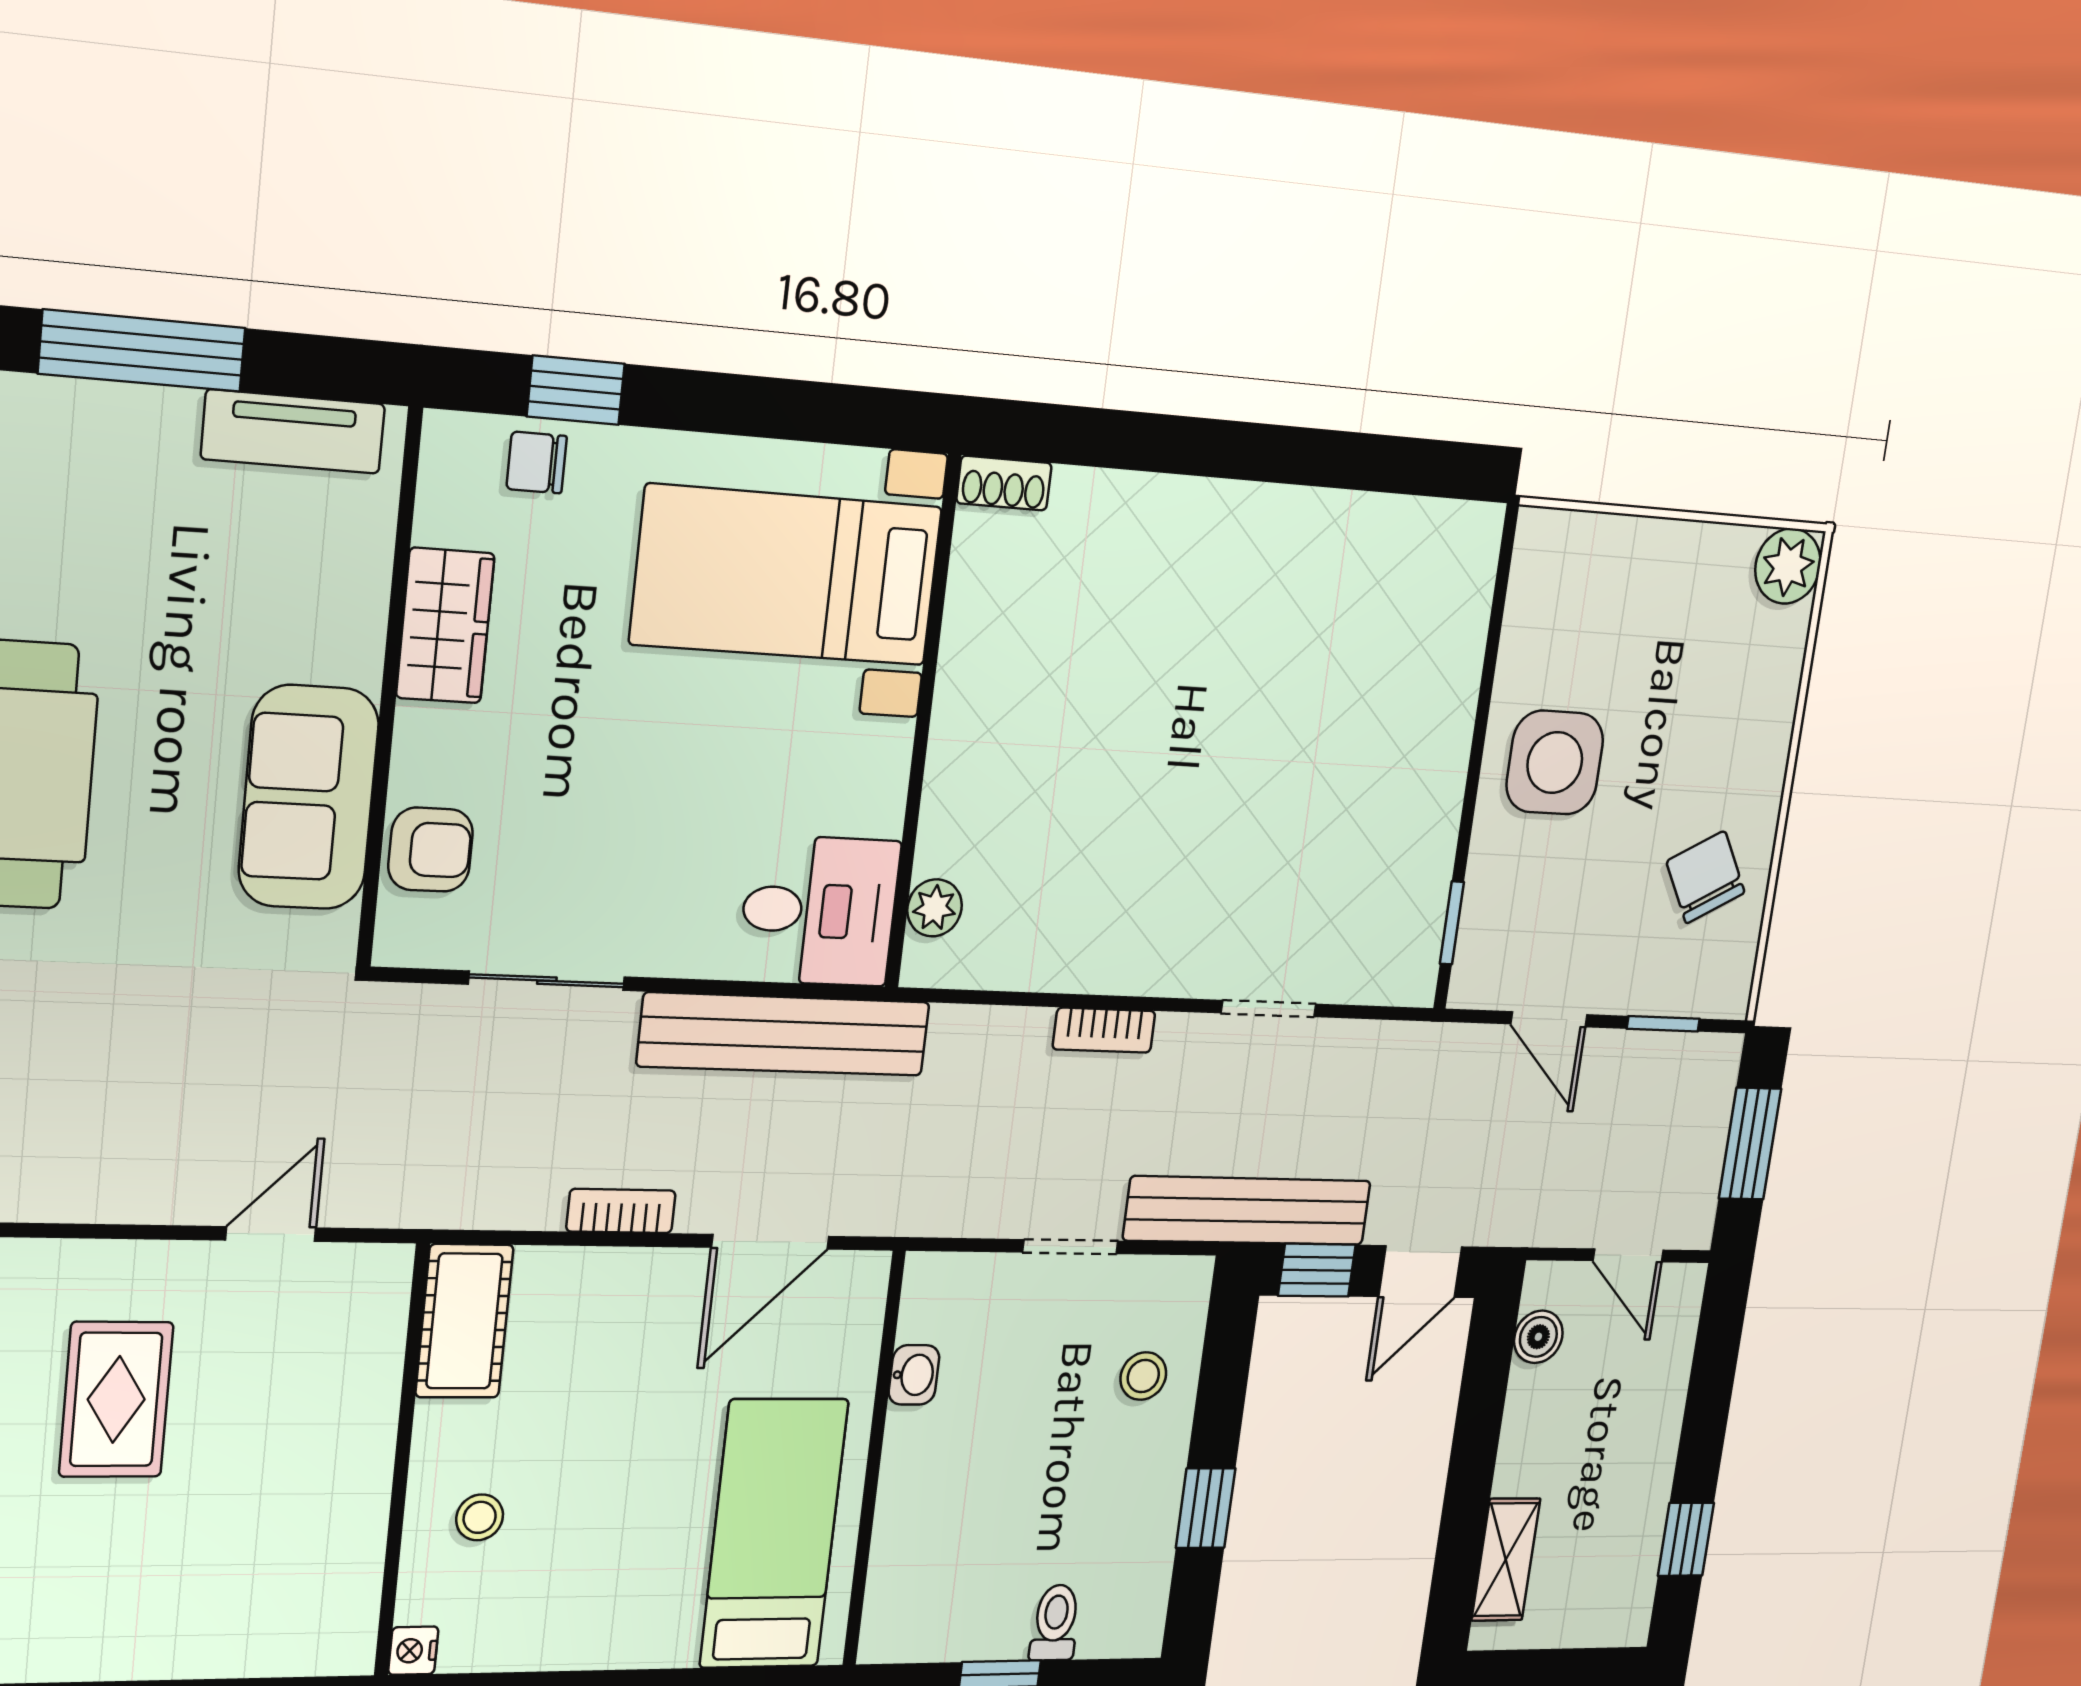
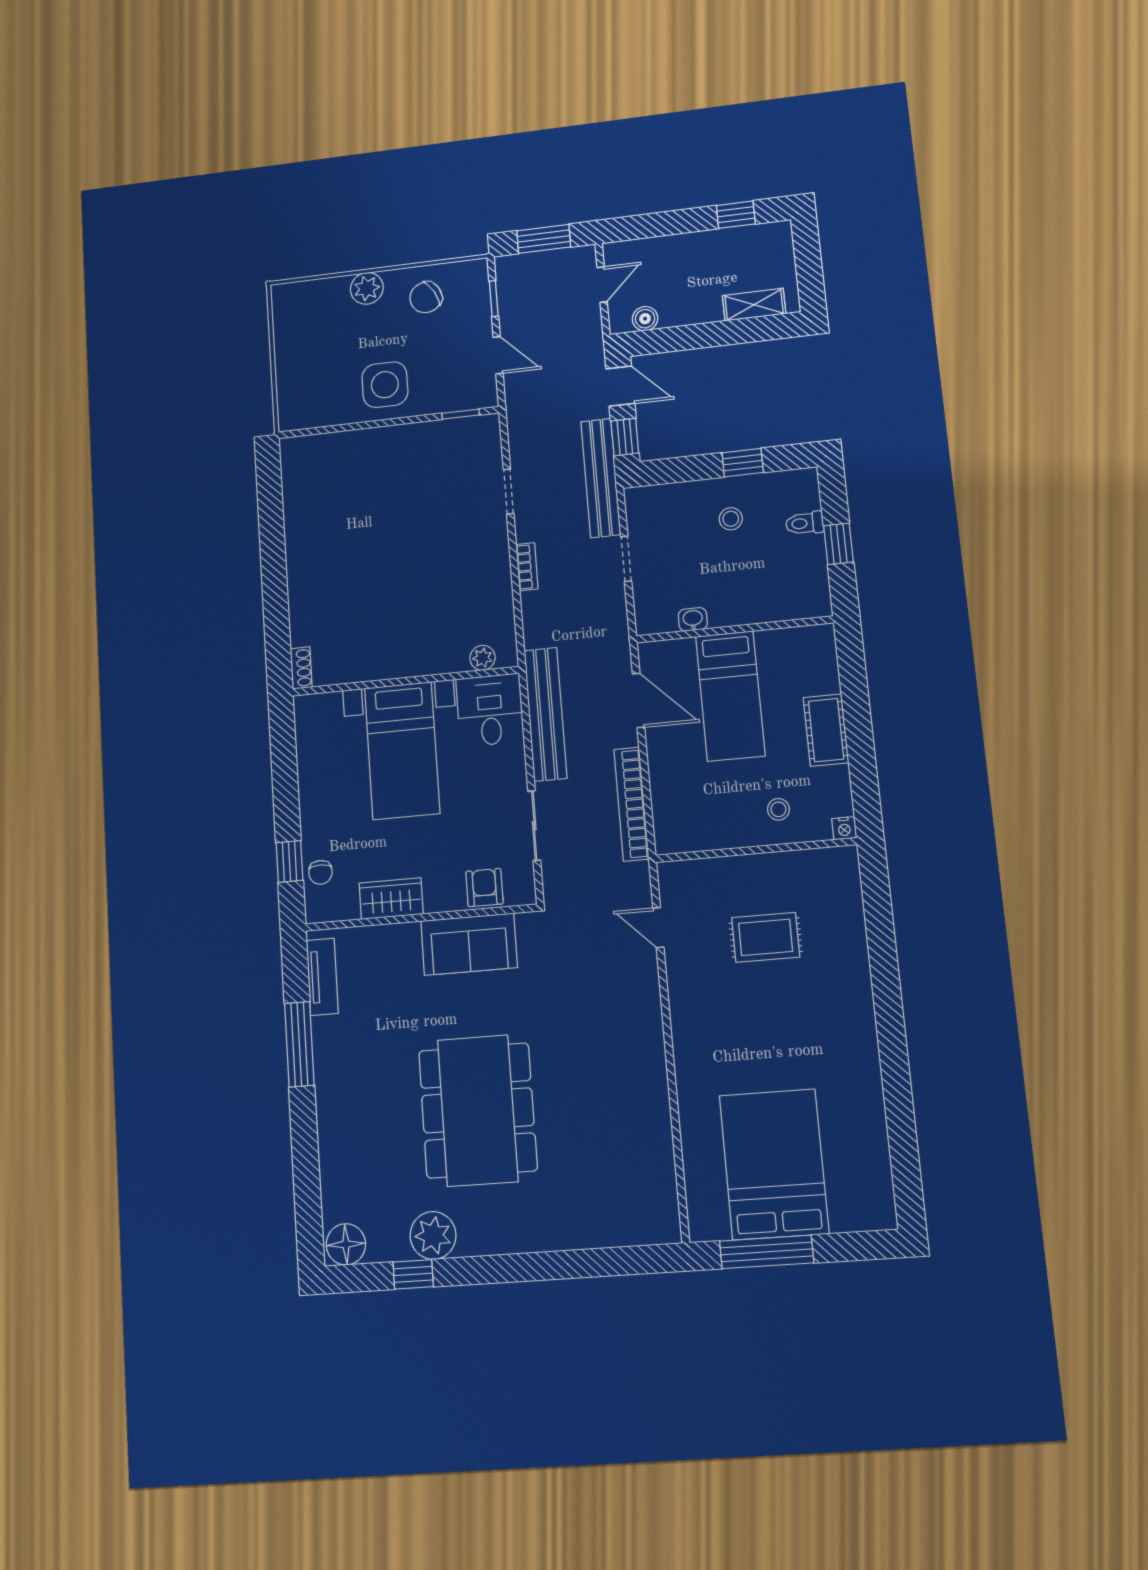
plant: (1788, 566) -> (367, 288), moved
bed with nightstands: (786, 575) -> (402, 750), moved
door: (1549, 1019) -> (498, 355), hinge flipped
bookcase: (621, 1211) -> (631, 804), width x2.31, depth x1.31
cot: (464, 1321) -> (826, 730), moved, turned 90
stool: (1143, 1376) -> (731, 519), moved
rug: (116, 1399) -> (766, 937), moved
bed: (774, 1534) -> (730, 696), moved, turned -90

